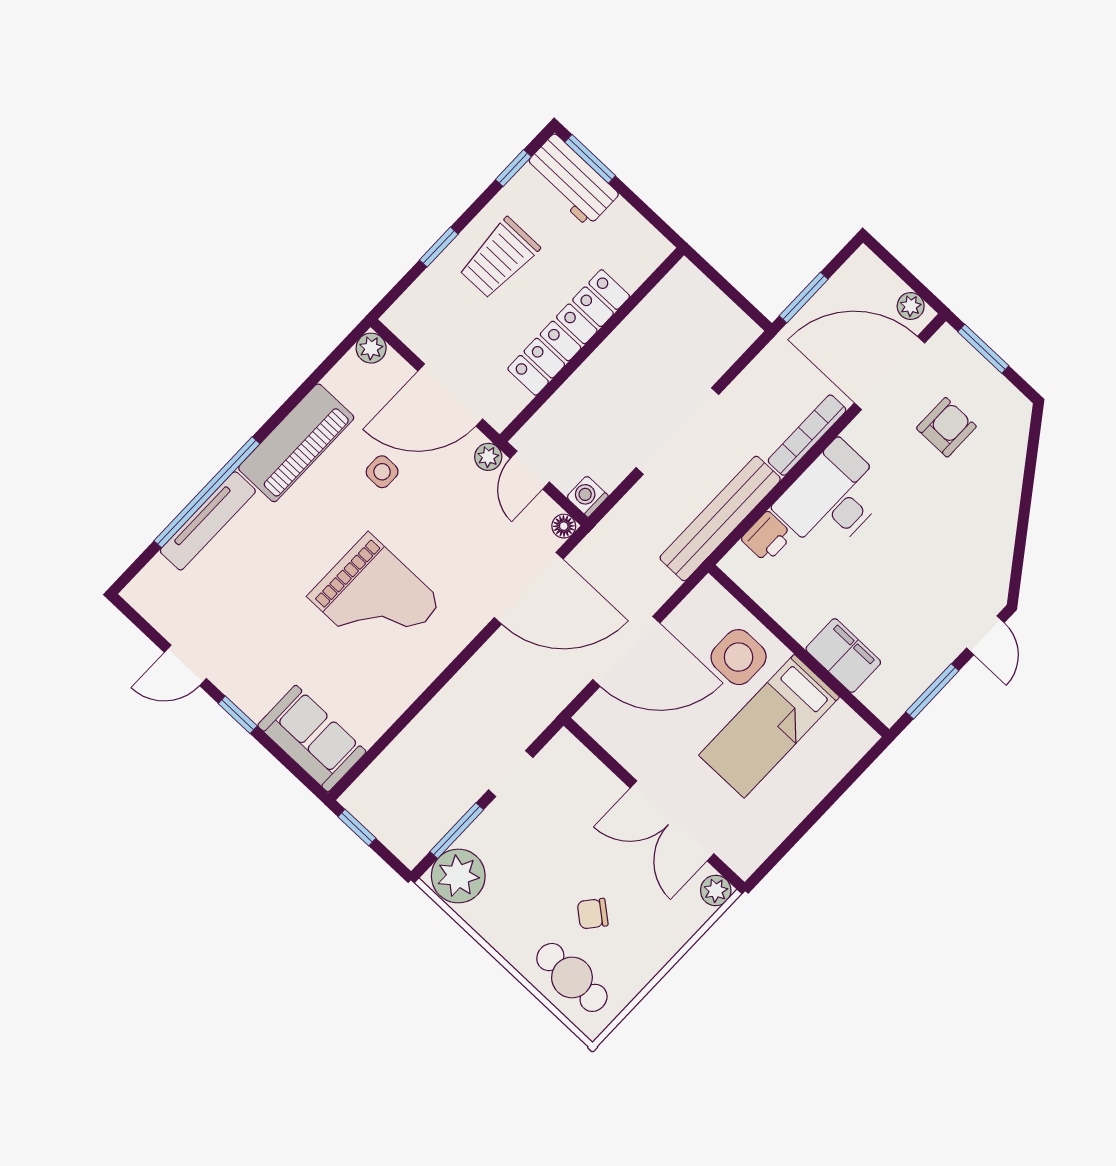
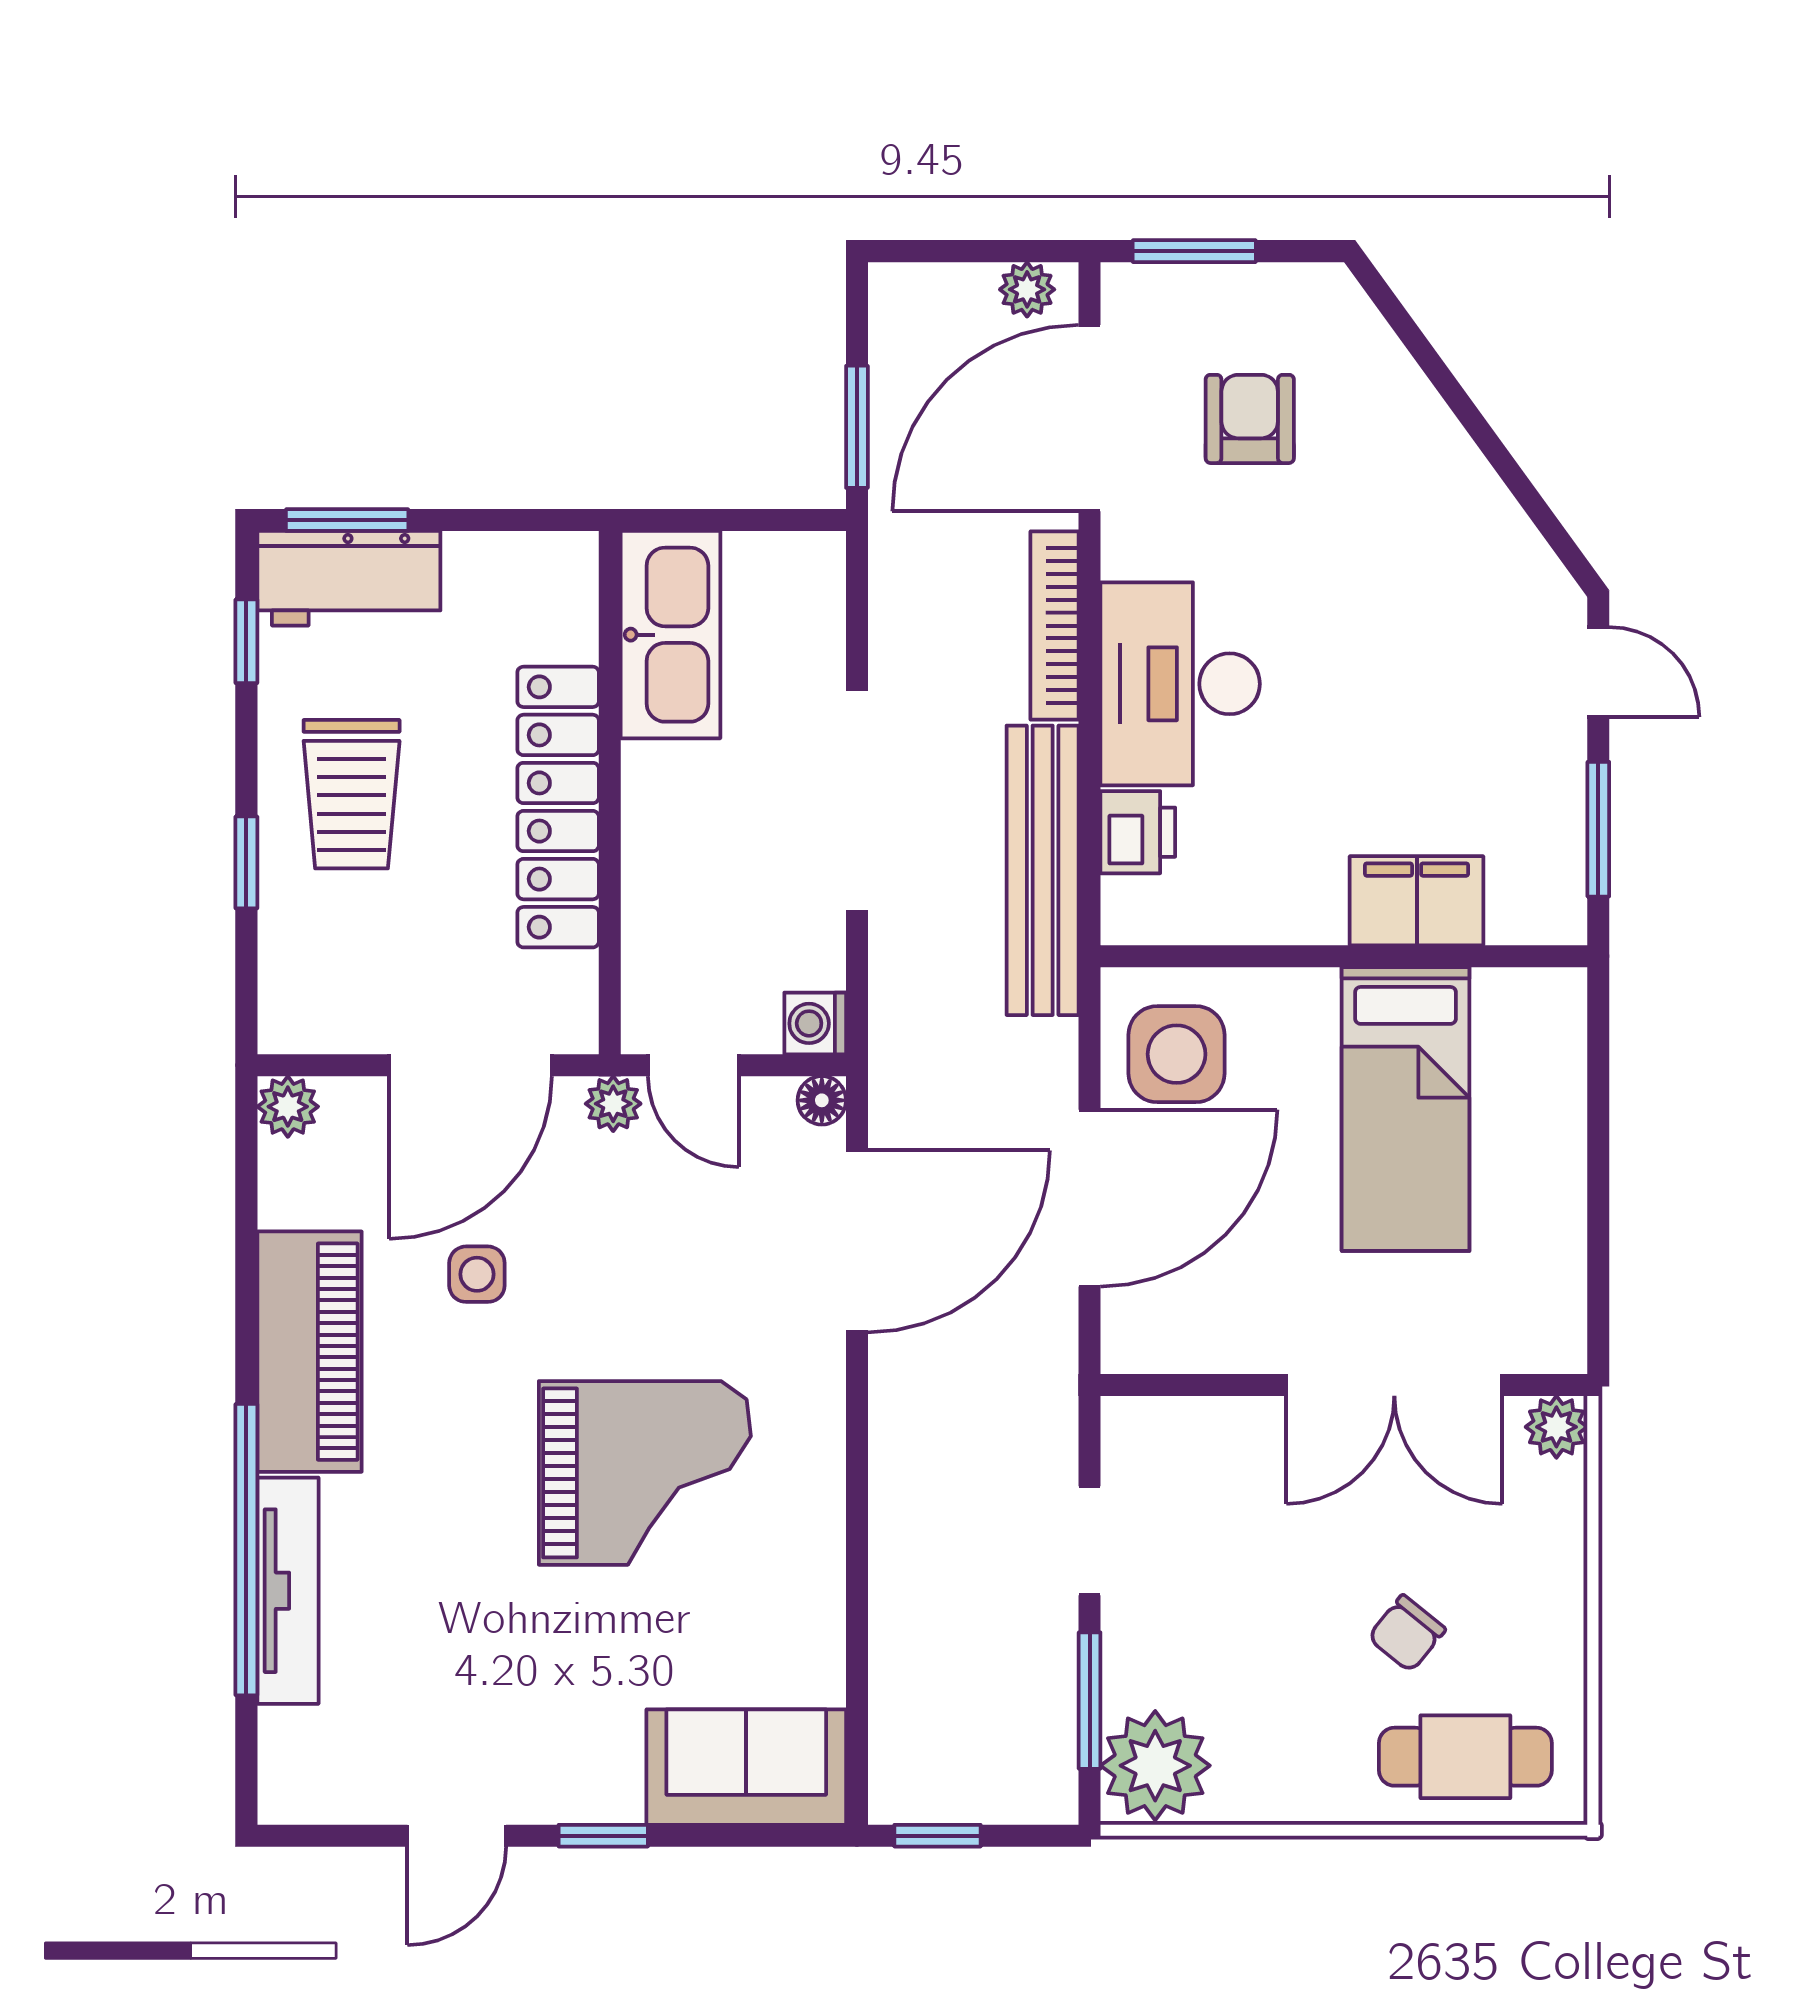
kitchen sink: (667, 309) -> (670, 635), added
side table: (739, 657) -> (1177, 1054), moved

